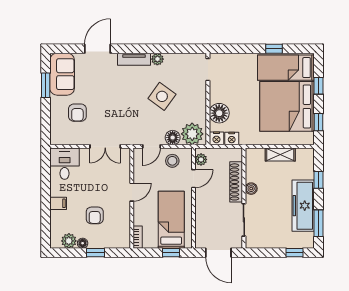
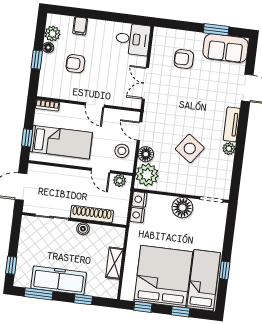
floor lamp: (219, 113) -> (182, 208), moved
filing cabinet: (58, 203) -> (80, 26), moved

